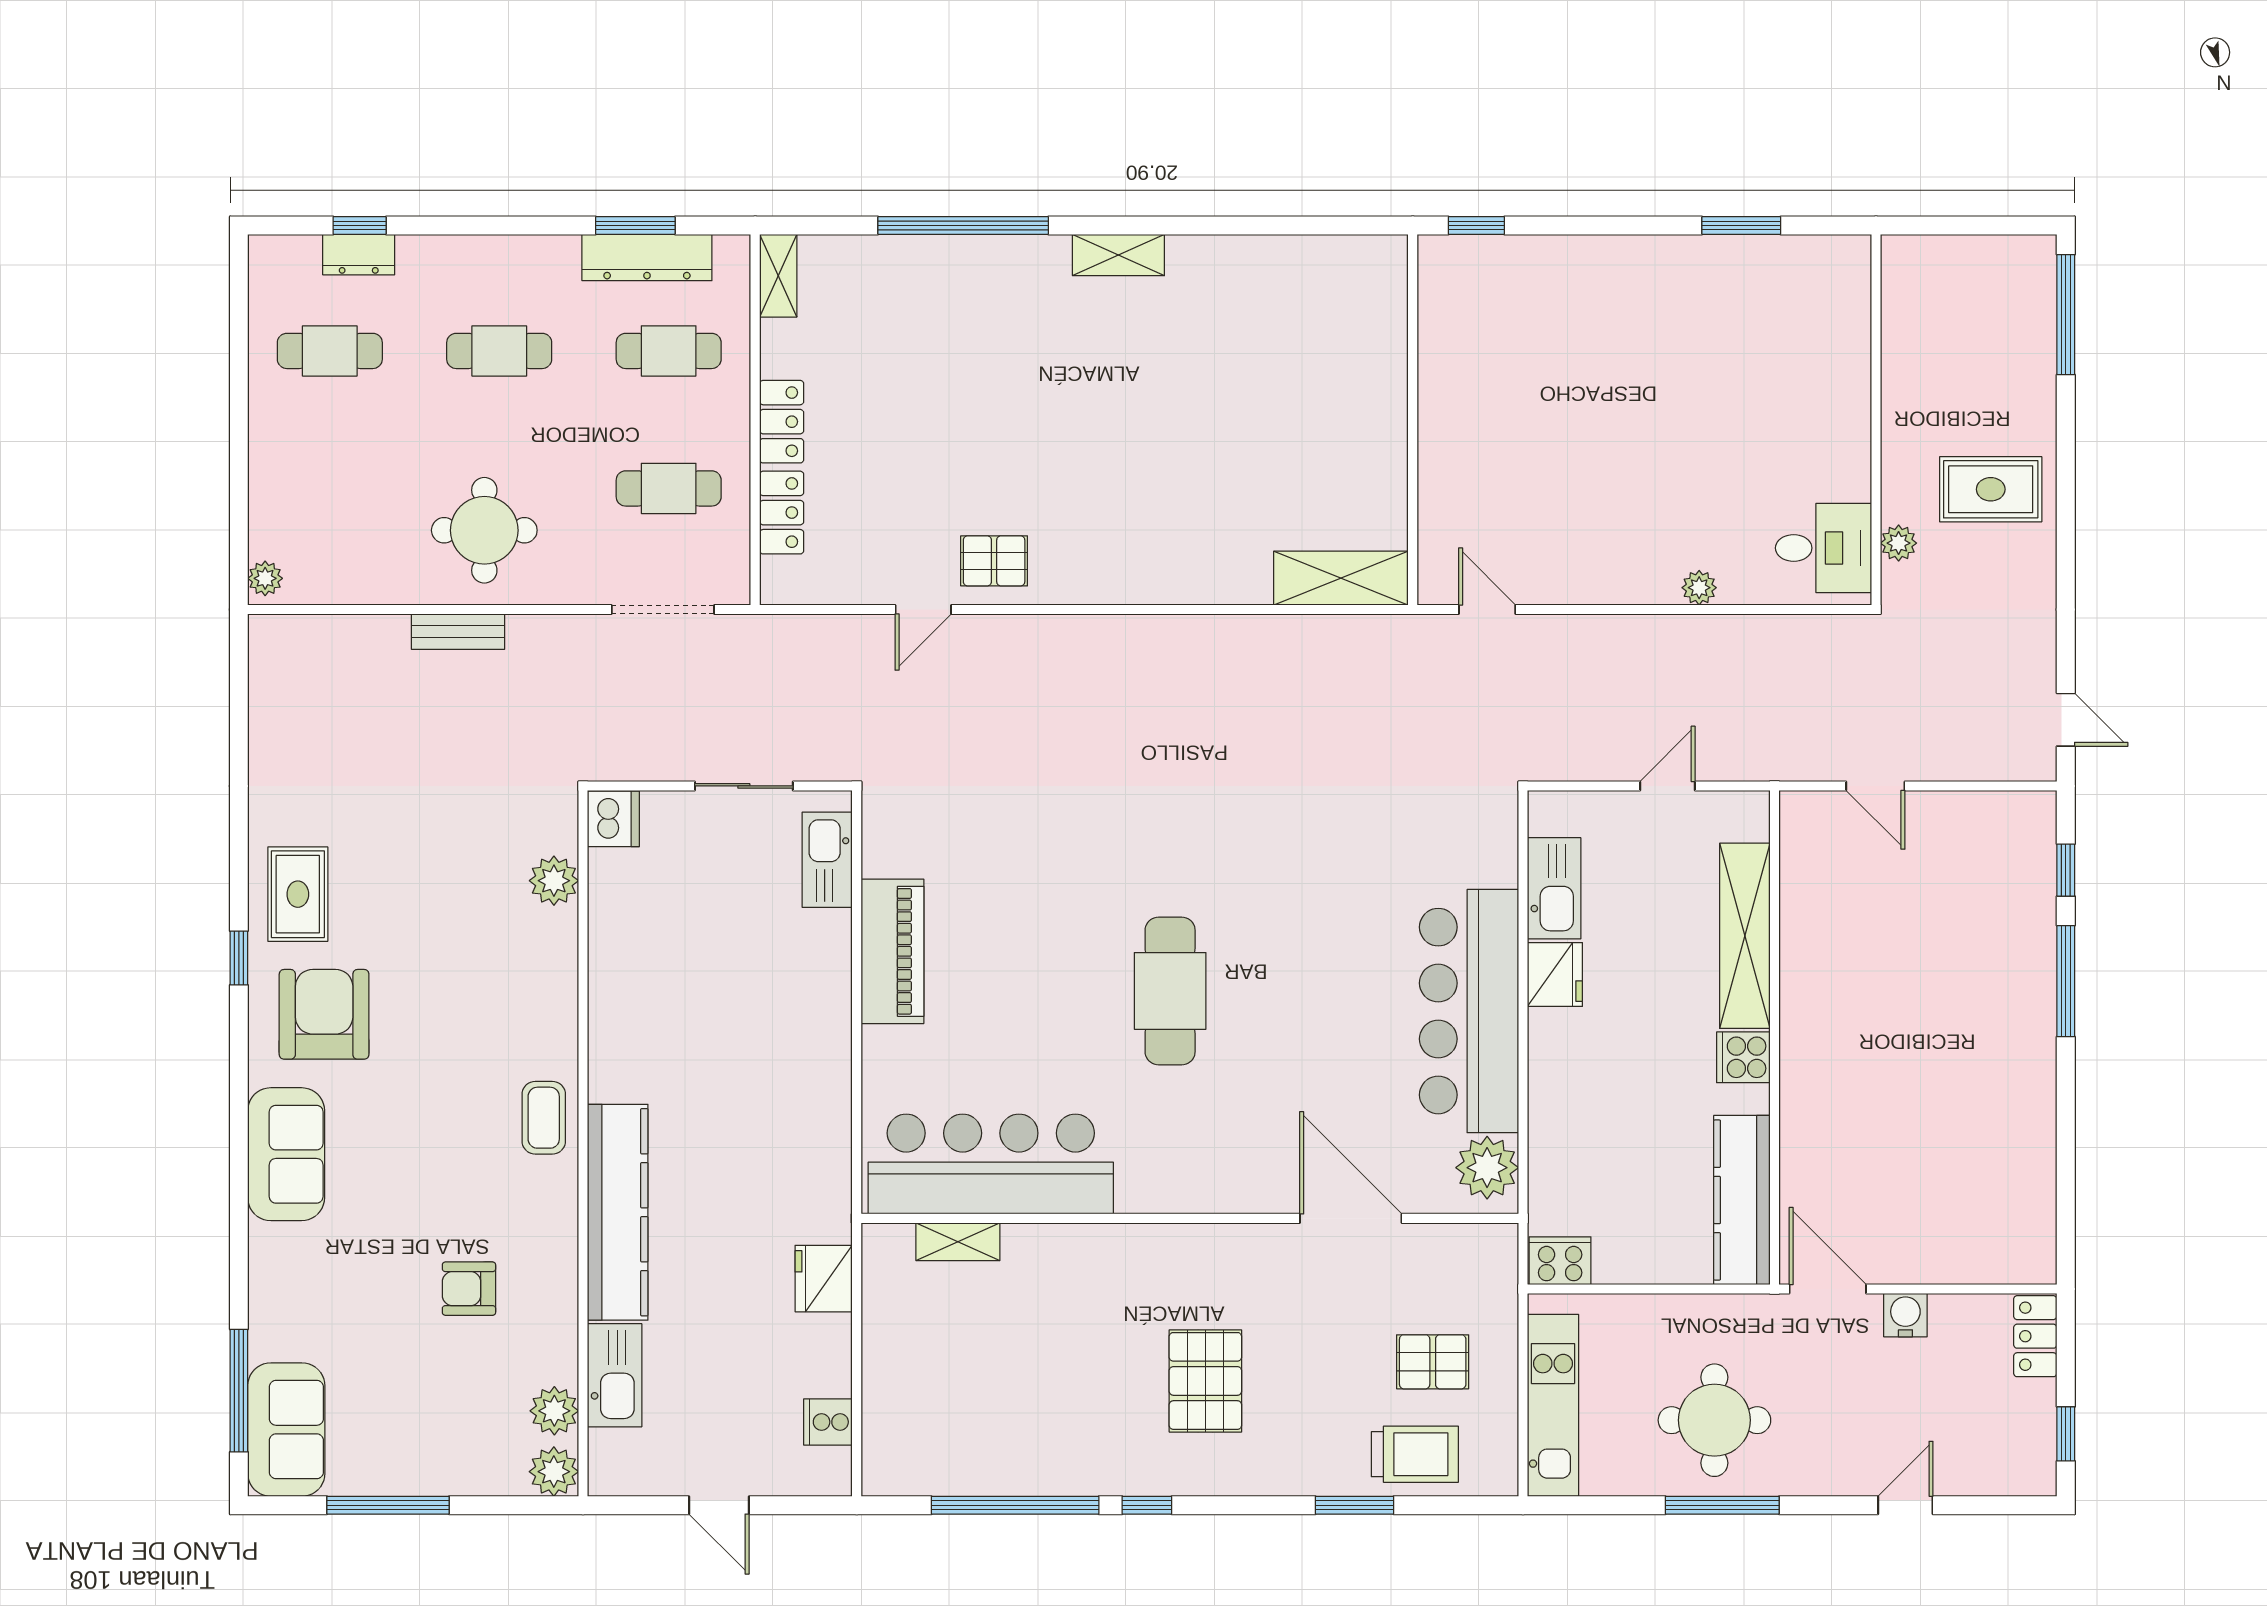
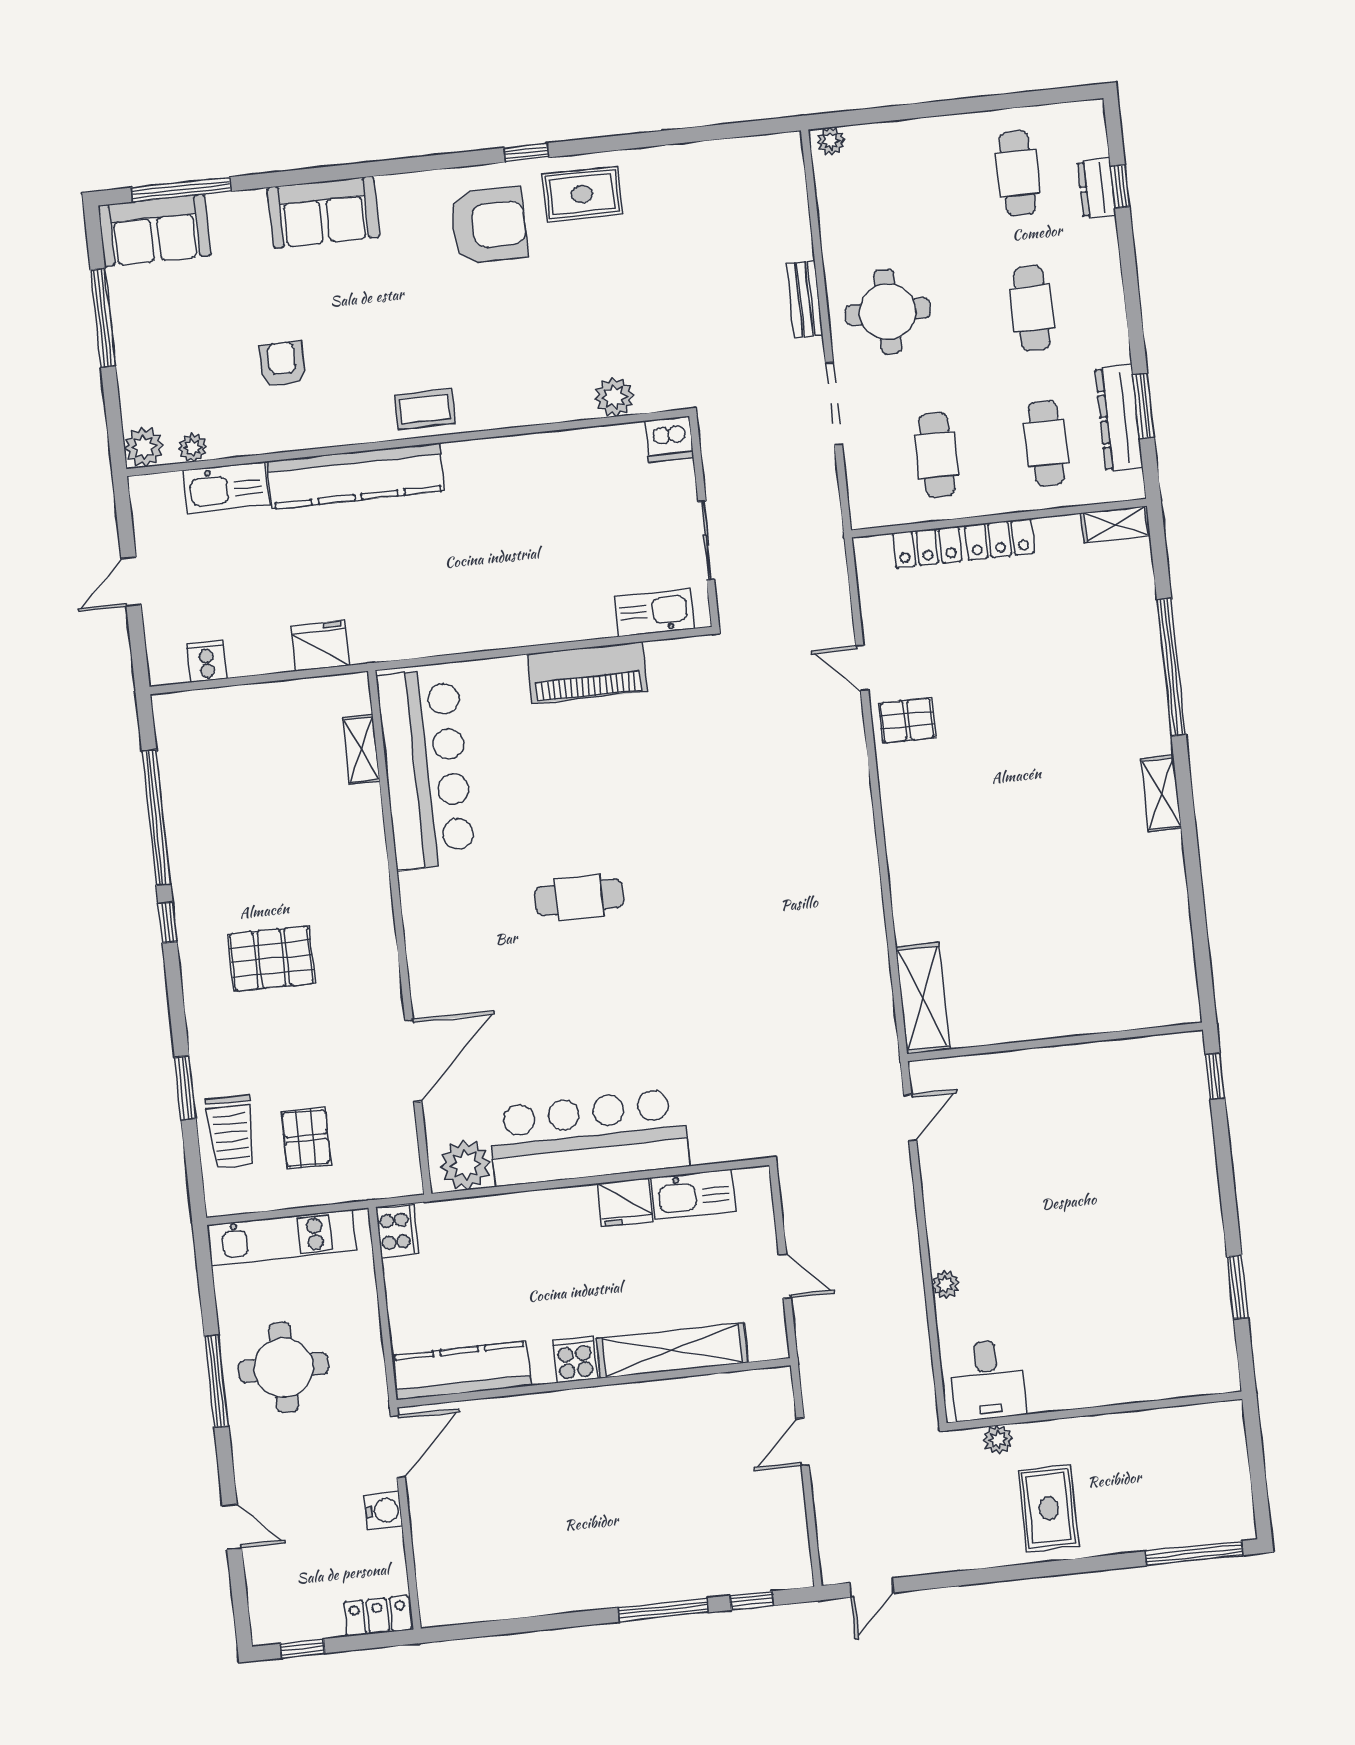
pallet: (994, 561) -> (907, 720), turned 90
doorway: (663, 609) -> (834, 404), moved
cafe table: (1170, 991) -> (579, 897), width x0.73, depth x0.74
sofa: (286, 1154) -> (323, 212), moved
plant: (554, 1411) -> (193, 448), width x0.73, depth x0.73

